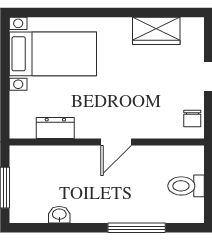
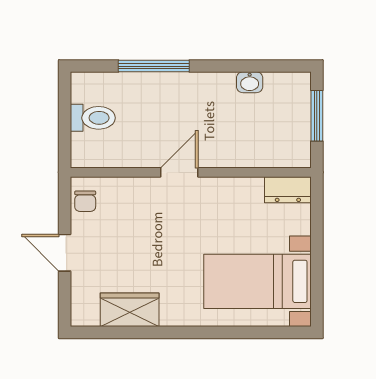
chair: (192, 119) -> (85, 201), turned 180
dresser: (55, 128) -> (288, 190), moved

